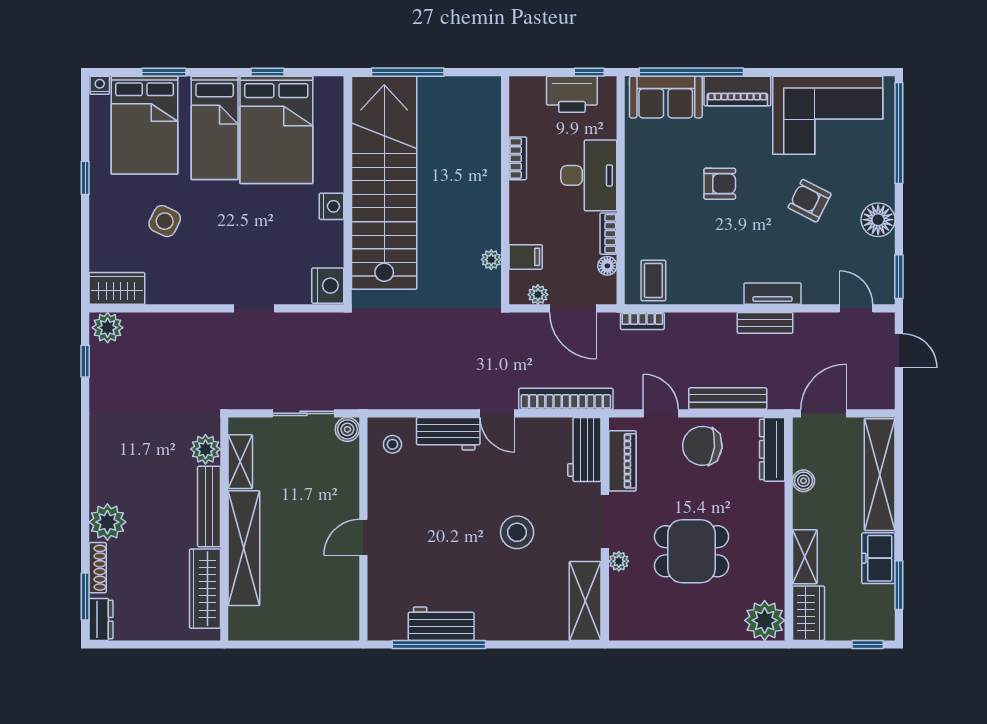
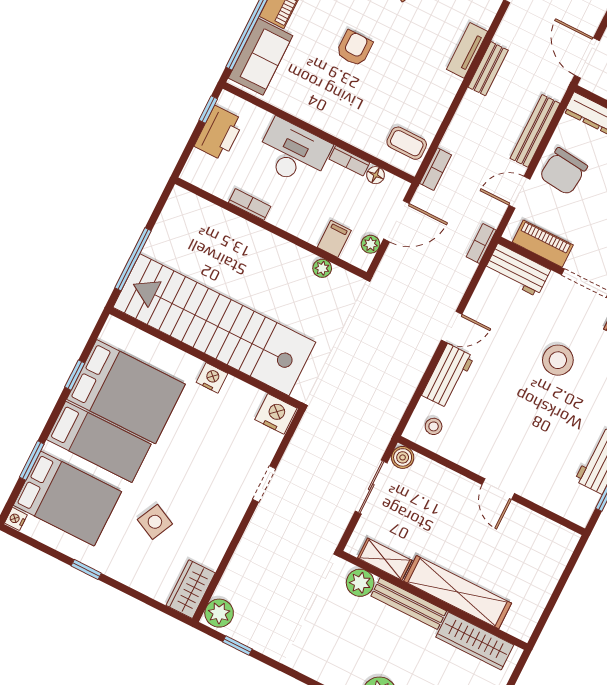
bookcase: (566, 399) -> (481, 244), width x0.43, depth x0.76

